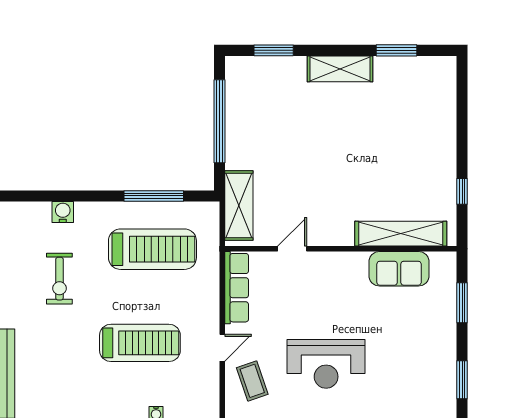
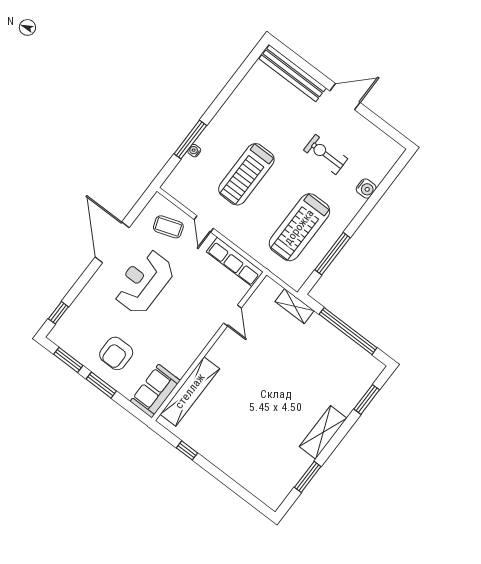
shelving: (239, 206) -> (294, 306), width x0.67, depth x0.75
sofa: (399, 269) -> (155, 391), moved
window: (462, 303) -> (101, 385), moved
armchair: (419, 337) -> (116, 353), added

